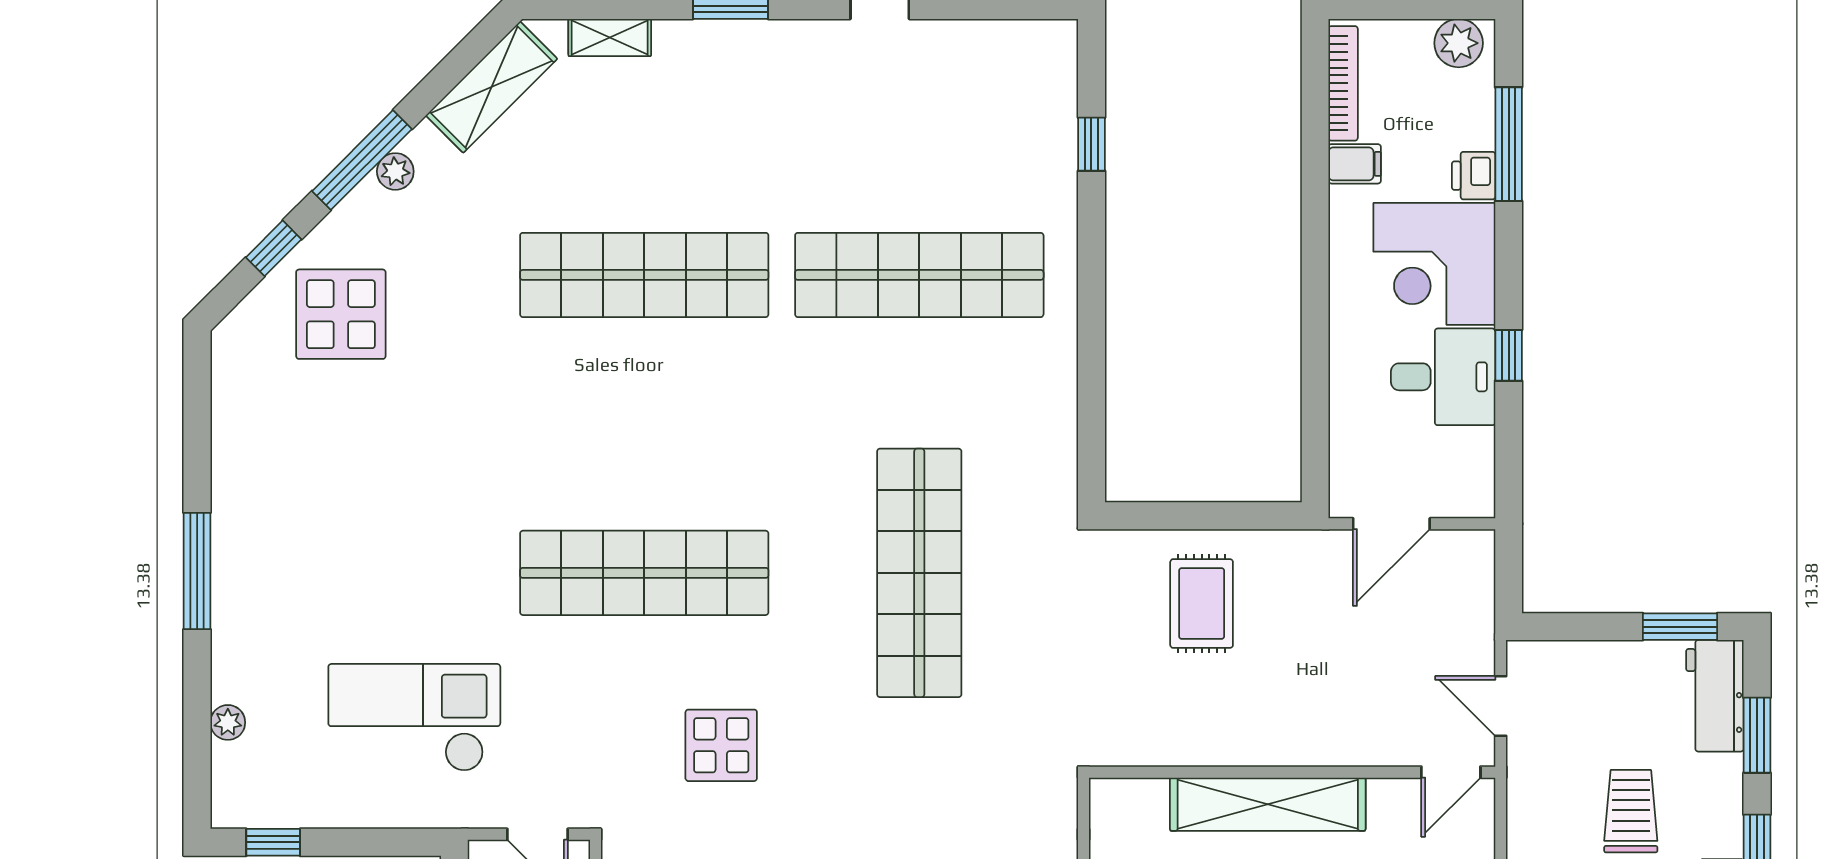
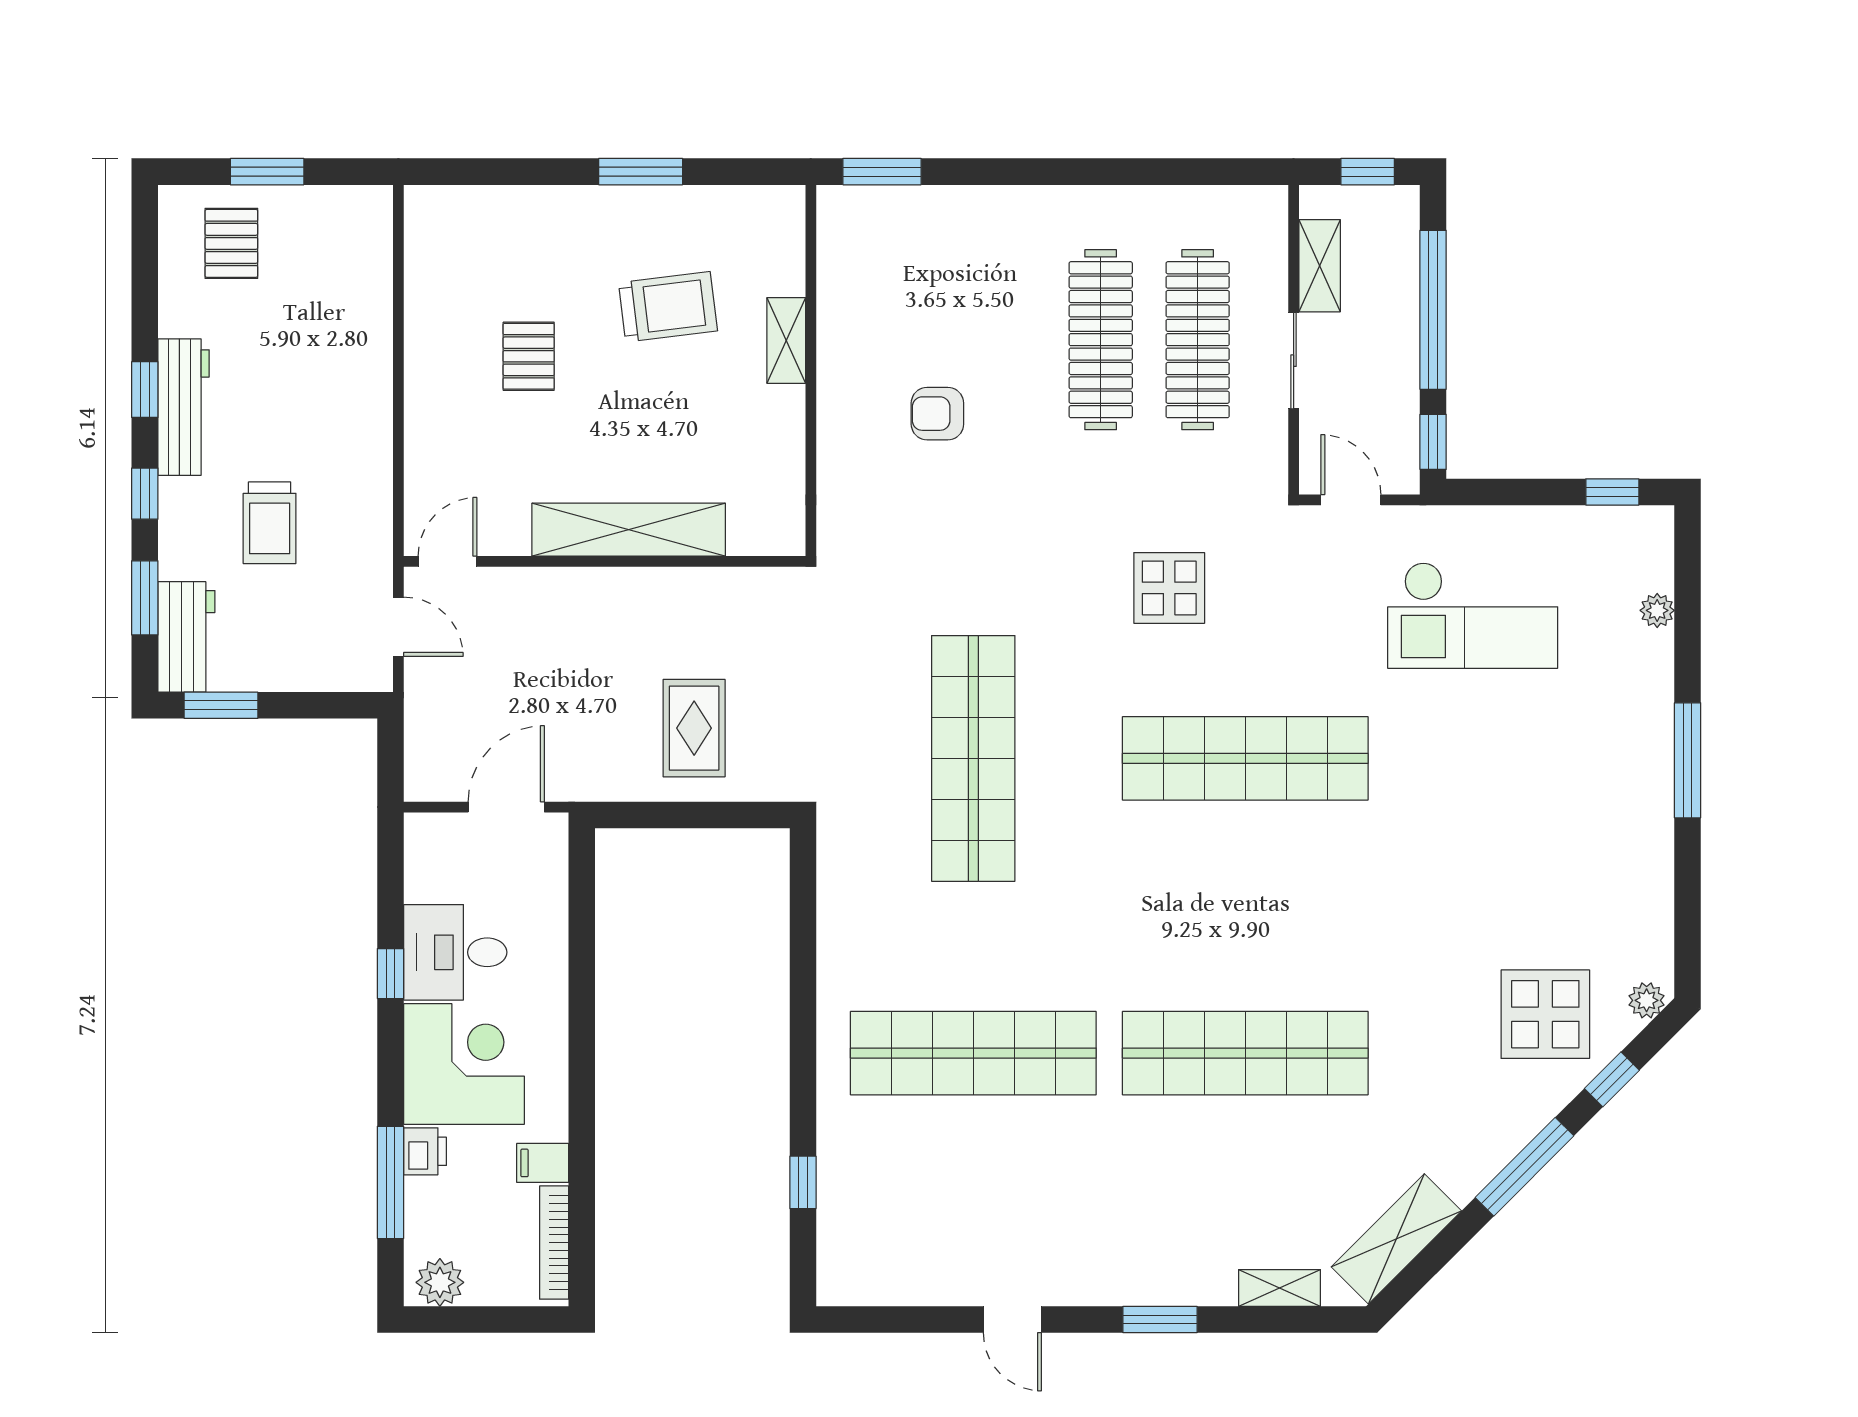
plant: (395, 171) -> (1647, 1000), moved

